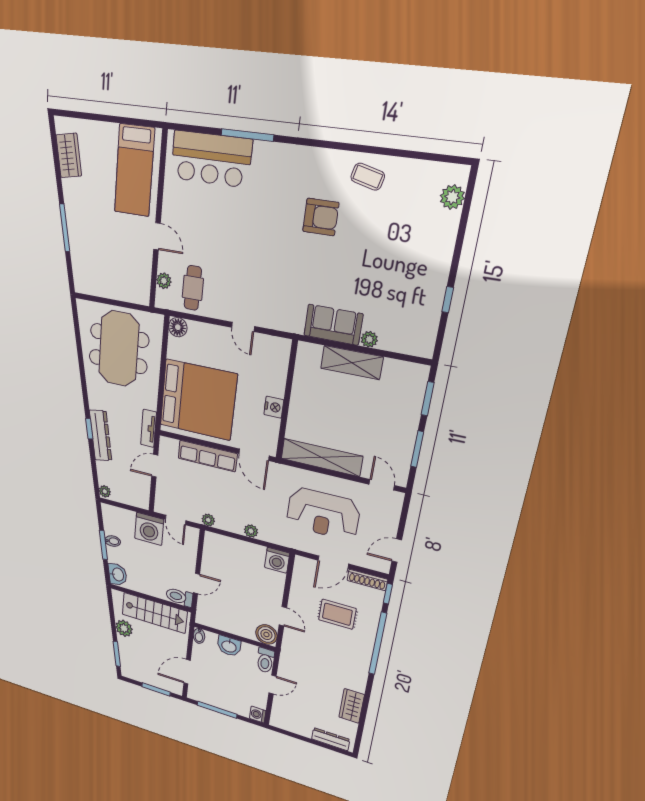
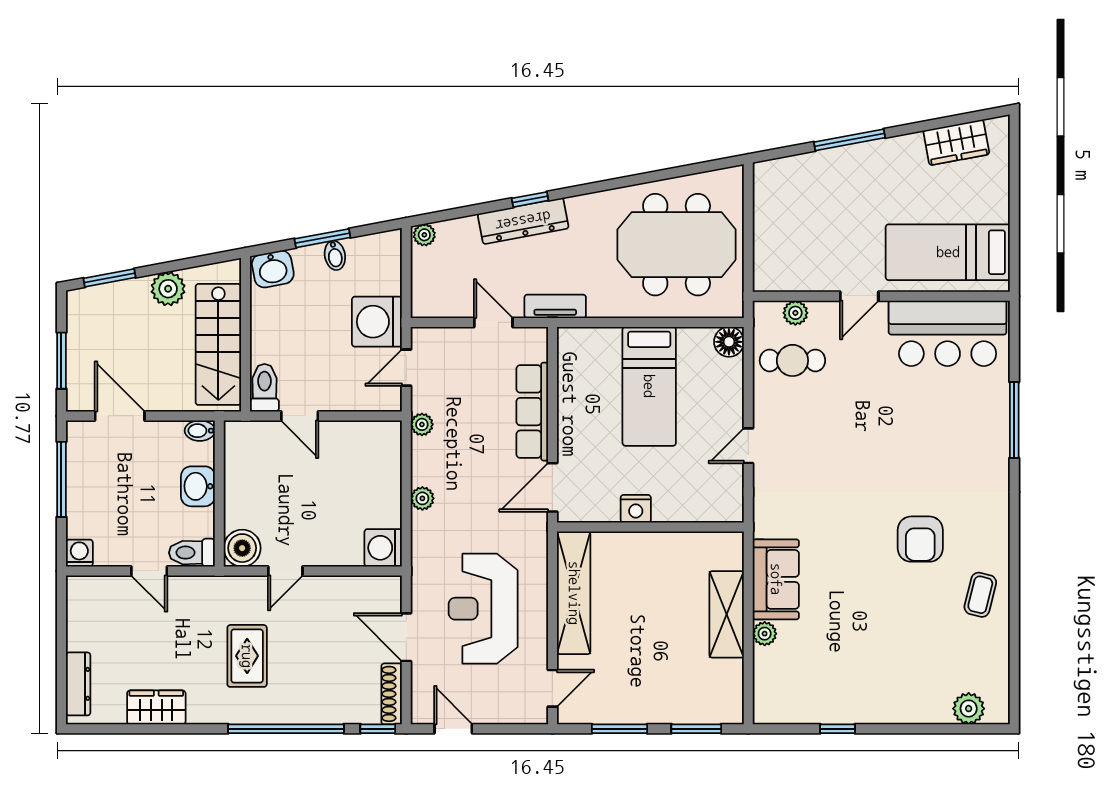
bar counter: (211, 159) -> (948, 333), moved, turned -90
bed: (198, 400) -> (649, 386), width x0.49
rug: (337, 614) -> (247, 656), moved

